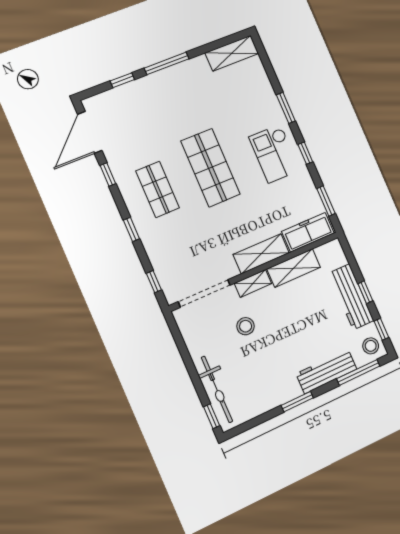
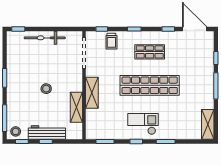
shop shelf: (210, 168) -> (150, 85), width x1.40
freezer: (308, 232) -> (92, 124), removed
trolley: (167, 258) -> (111, 41), added
shelving: (253, 283) -> (78, 81), removed
stool: (246, 326) -> (46, 89), moved
workbench: (326, 371) -> (13, 101), removed
bicycle: (217, 389) -> (45, 38), moved

